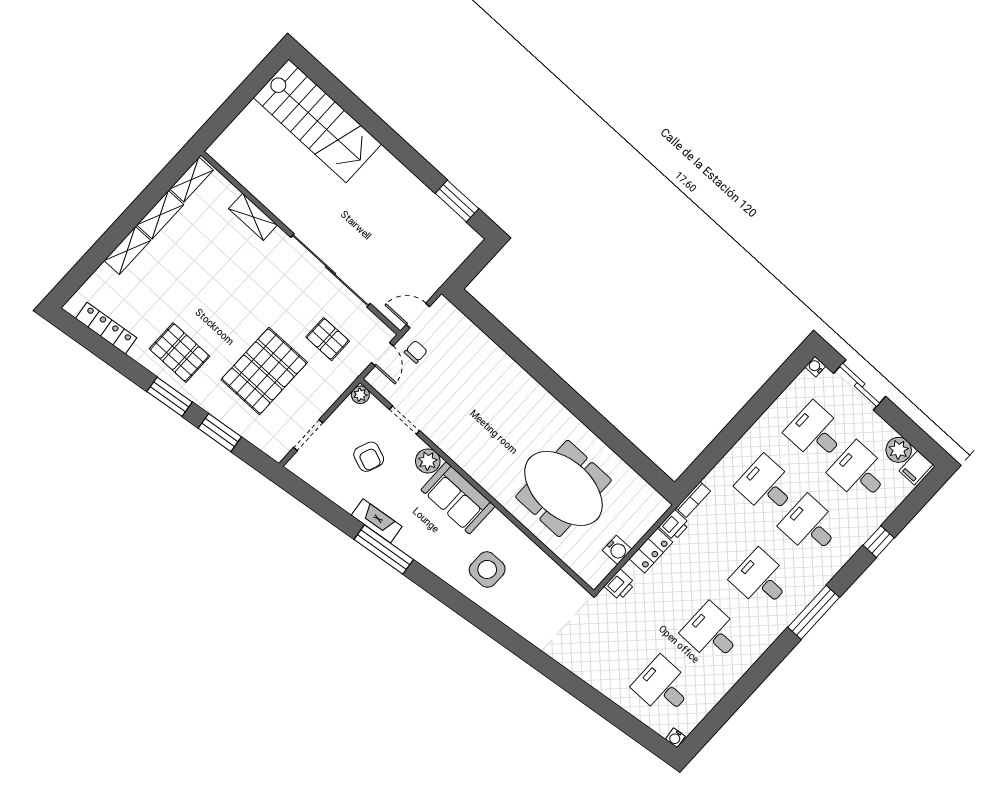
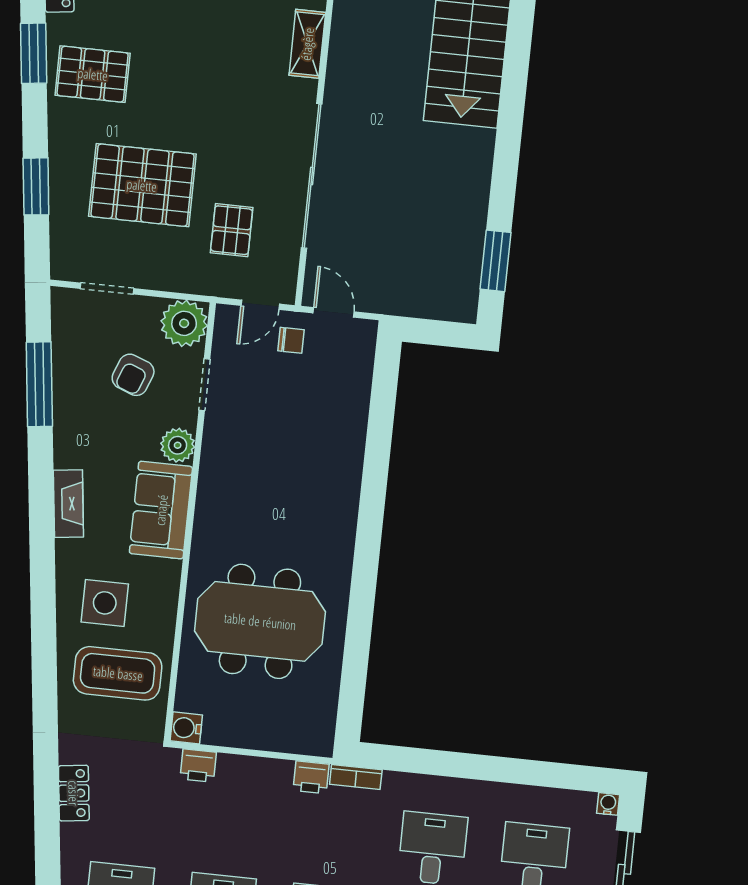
pallet: (180, 353) -> (93, 74), turned 90
plant: (360, 395) -> (184, 323), width x1.88, depth x1.88
window: (170, 397) -> (34, 53), moved
meeting table: (563, 488) -> (260, 621), turned 90
fireplace: (377, 521) -> (68, 504), moved
window: (384, 550) -> (39, 384), moved
water cooler: (617, 550) -> (186, 728), moved, turned 90
locker: (651, 551) -> (74, 793), moved, turned -97
coffee table: (533, 592) -> (118, 673), added

